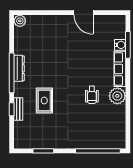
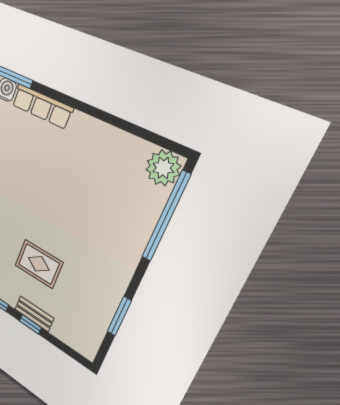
wheelchair: (92, 95) -> (63, 177), removed
plant: (117, 96) -> (163, 168), moved

